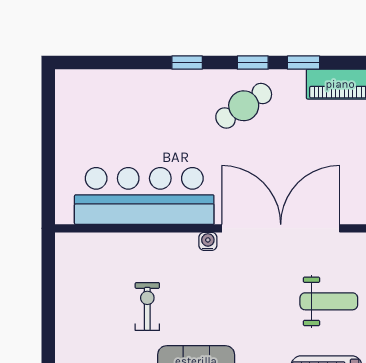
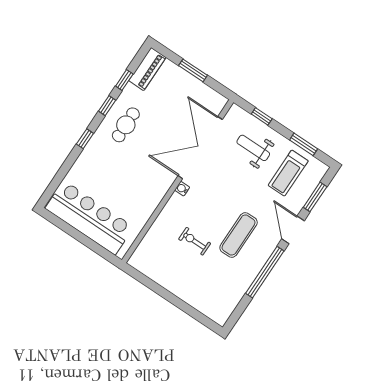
cafe table: (244, 106) -> (126, 125), turned 33
bar counter: (144, 196) -> (89, 218), moved, turned 90
weight bench: (329, 301) -> (253, 148), turned -90

